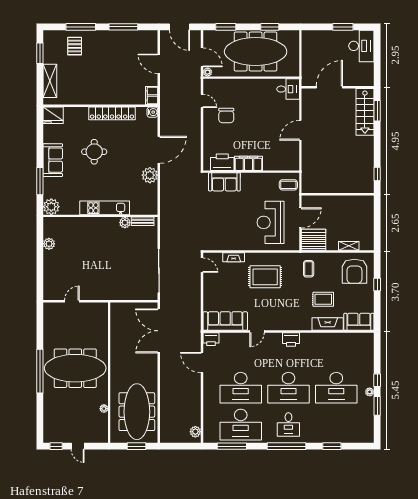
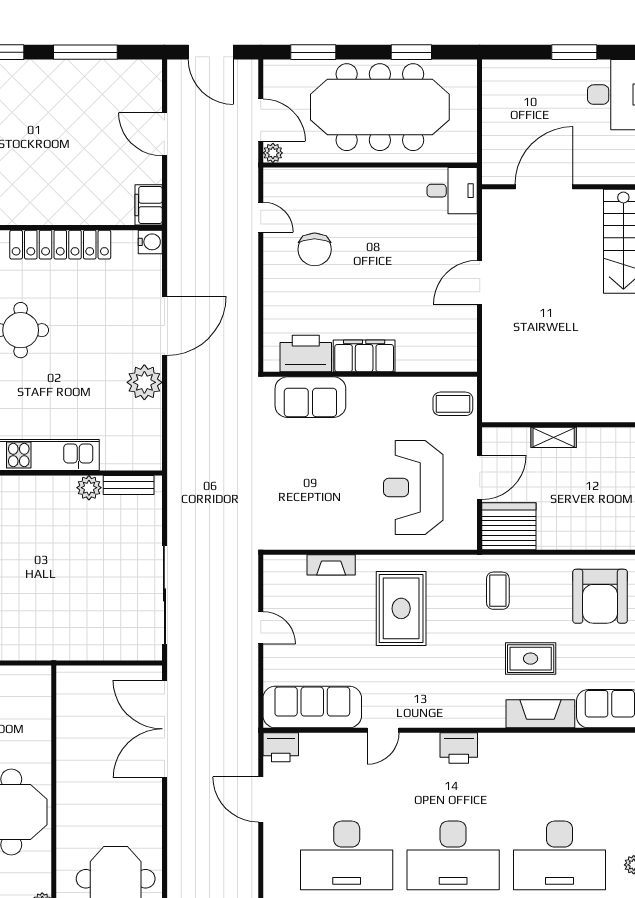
shelving: (349, 246) -> (554, 437), moved
door: (202, 265) -> (261, 628), moved
rug: (265, 277) -> (401, 608), turned 90

